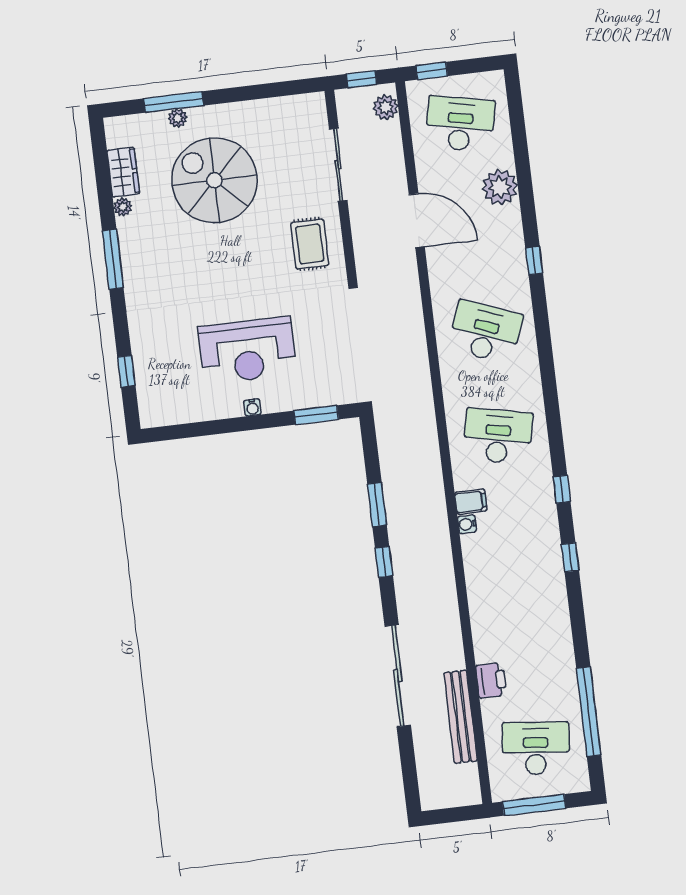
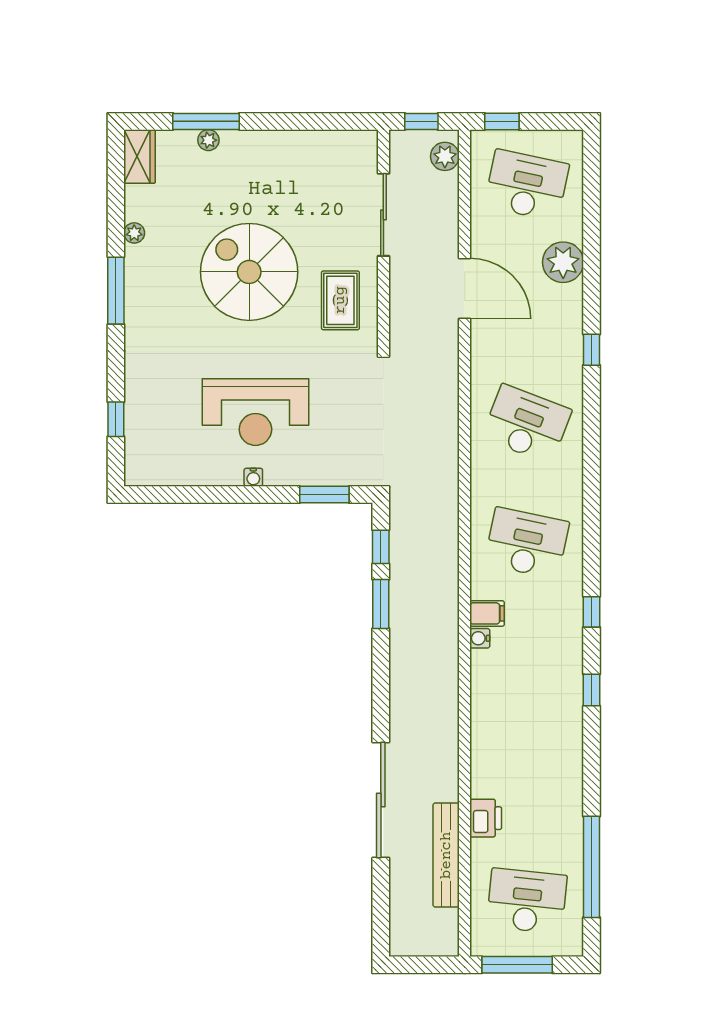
wardrobe: (123, 172) -> (140, 156), moved
spiral stairs: (214, 180) -> (249, 272), moved
window: (384, 562) -> (381, 547), moved

